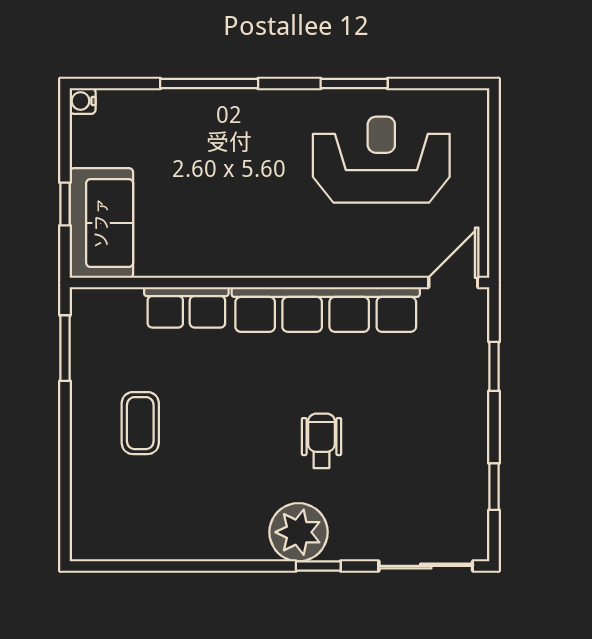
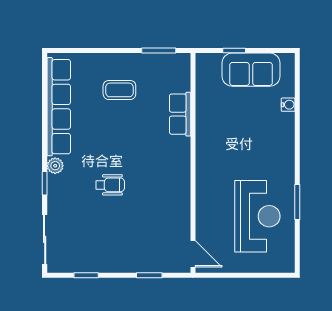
window: (209, 83) -> (297, 126), removed
water cooler: (83, 101) -> (288, 105), moved, turned 90
sofa: (101, 223) -> (251, 70), moved
row of seats: (326, 309) -> (59, 107), moved, turned 180
plant: (298, 532) -> (55, 166), width x0.53, depth x0.53

